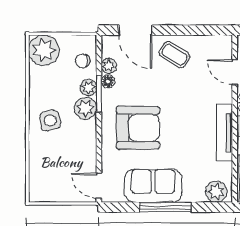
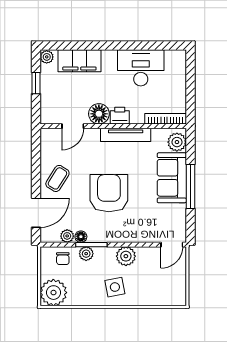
plant: (85, 108) -> (126, 256), moved
armchair: (138, 128) -> (109, 193), moved
sofa: (153, 186) -> (172, 178), moved

